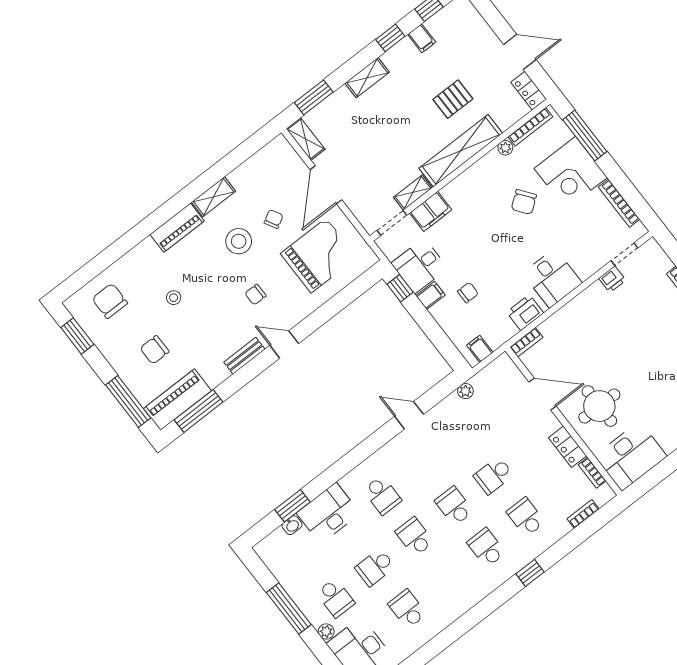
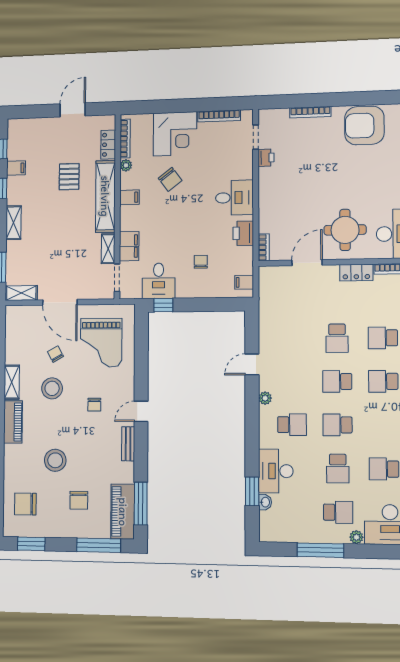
locker: (529, 91) -> (108, 145), moved, turned 90
window: (585, 136) -> (158, 107), removed
grand piano: (319, 255) -> (101, 343), turned 180
filing cabinet: (431, 295) -> (129, 197), moved, turned 90
stool: (174, 298) -> (55, 460), width x1.89, depth x1.89
plant: (465, 391) -> (265, 398), moved

